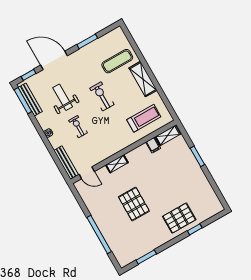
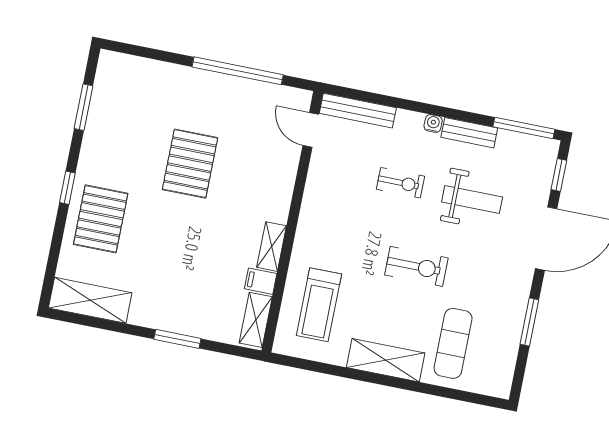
bench: (30, 99) -> (469, 133), moved, width x0.73
shelving: (117, 164) -> (272, 247), moved
door: (87, 173) -> (311, 130), hinge flipped
shelving: (210, 198) -> (90, 300), added
pallet: (134, 204) -> (190, 164), turned 90
window: (195, 229) -> (67, 188), moved
window: (99, 235) -> (238, 71), moved

